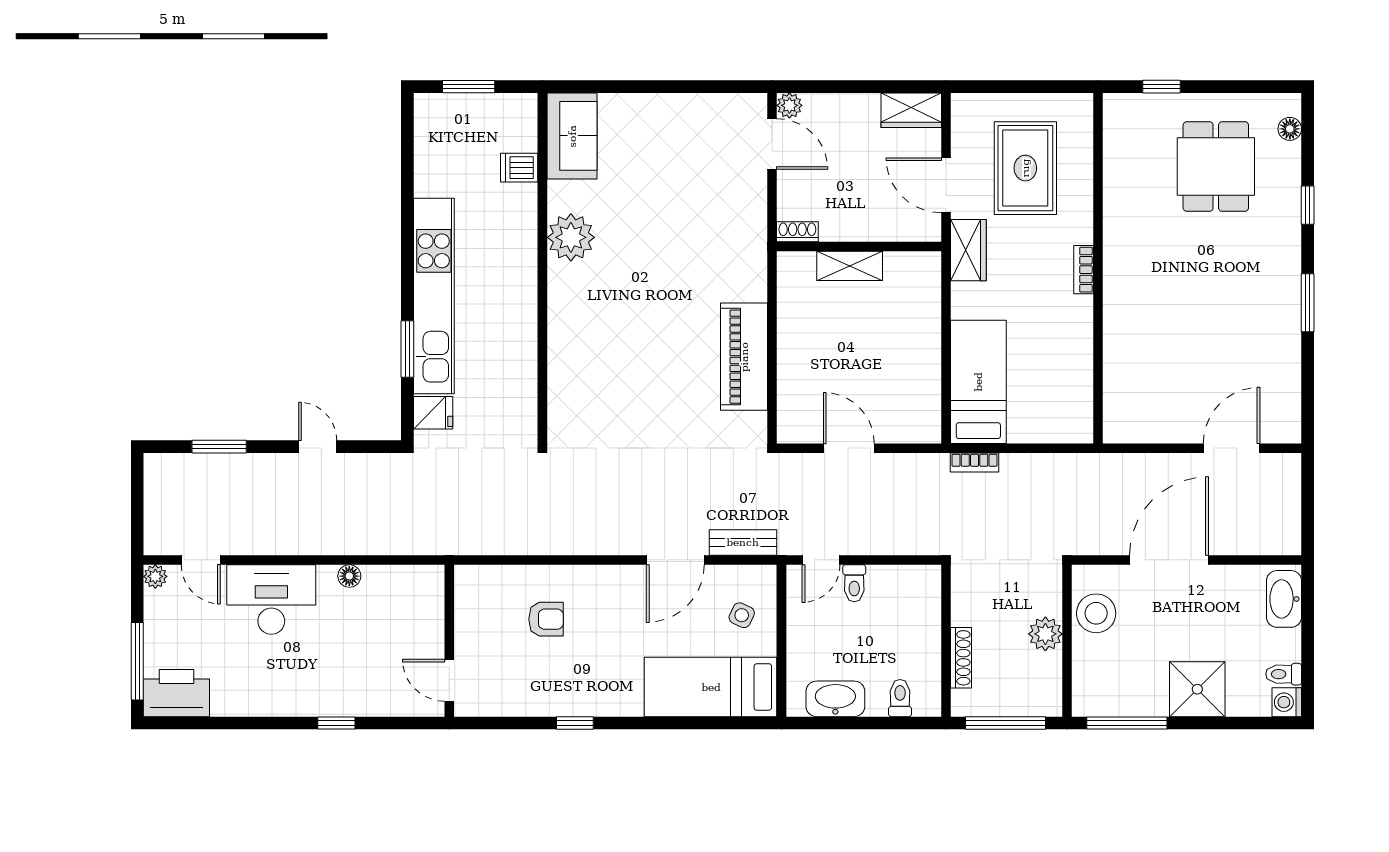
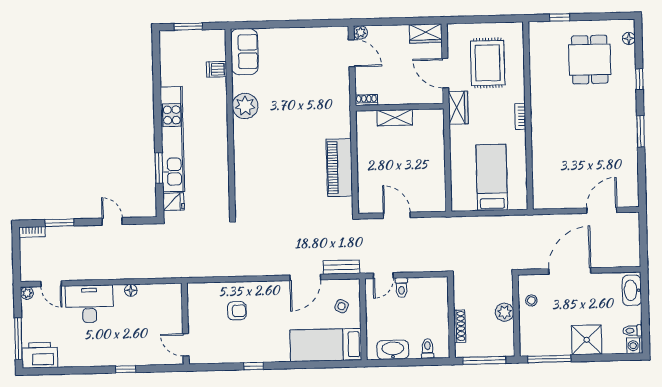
bed: (978, 382) -> (492, 177), moved
bookcase: (975, 463) -> (32, 232), moved
stool: (1096, 613) -> (531, 300), width x0.53, depth x0.53

